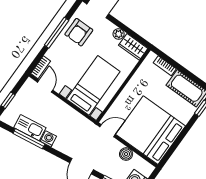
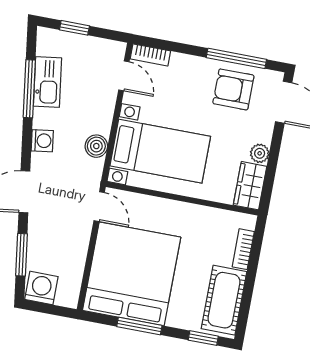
window: (57, 33) -> (236, 58), moved
door: (45, 86) -> (124, 76), hinge flipped
washing machine: (48, 139) -> (42, 141), moved
window: (180, 139) -> (139, 326), added
boiler: (126, 154) -> (96, 146), moved

